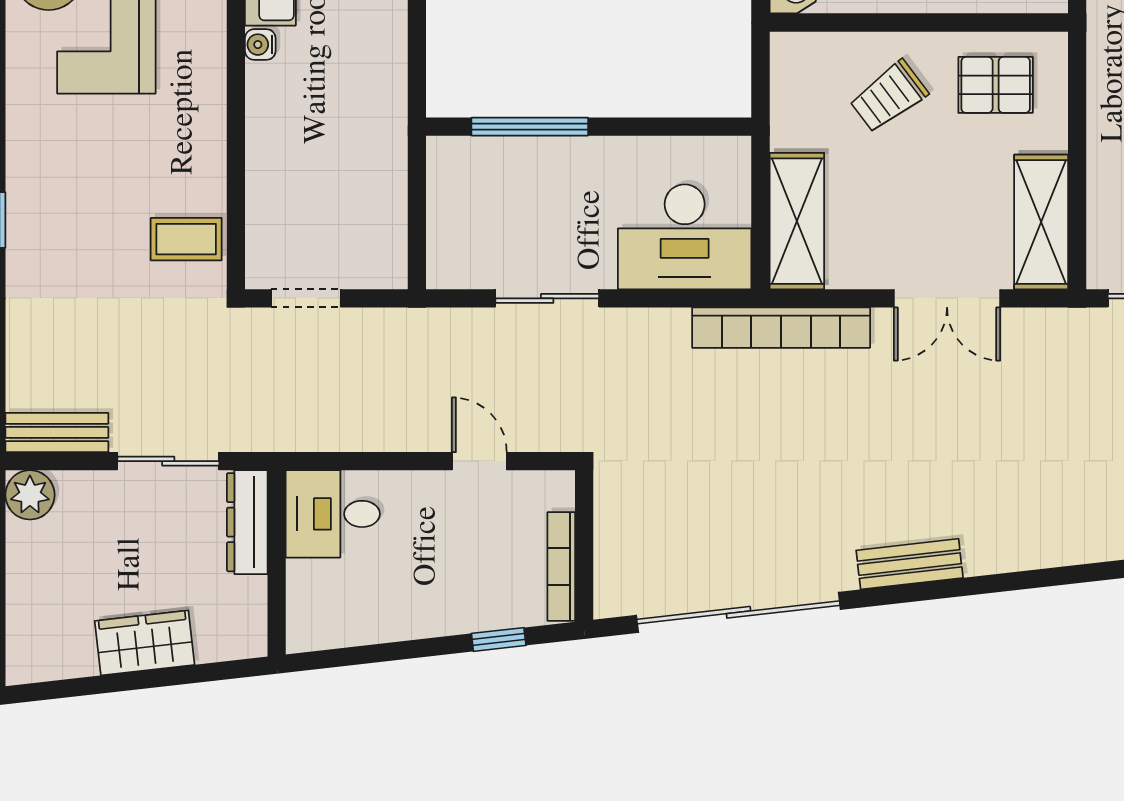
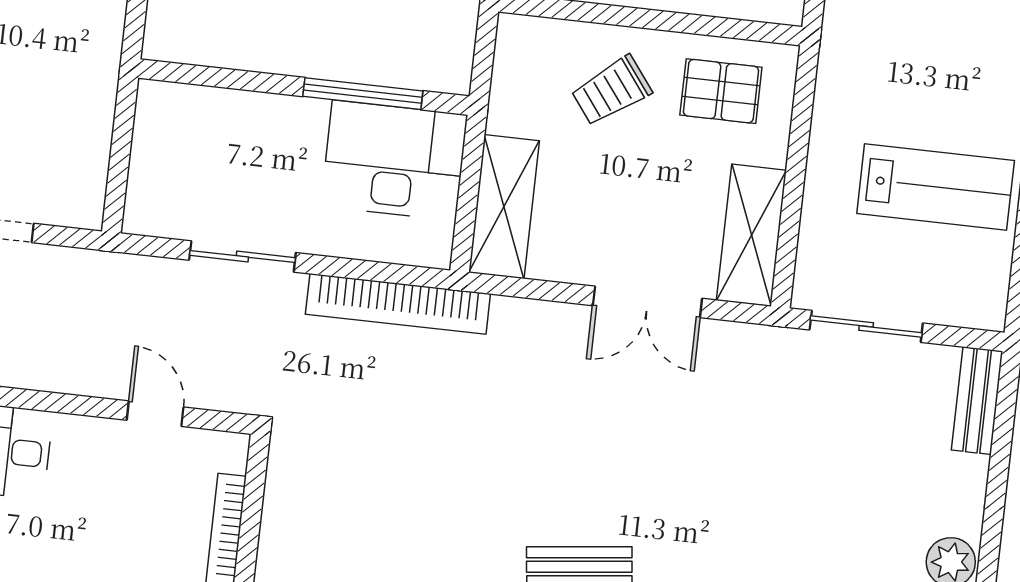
window: (530, 127) -> (363, 94), moved
desk: (685, 237) -> (394, 160), moved, turned 180
bookcase: (781, 328) -> (398, 304), moved

